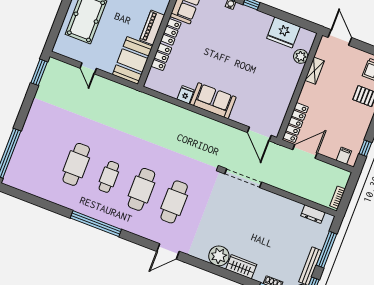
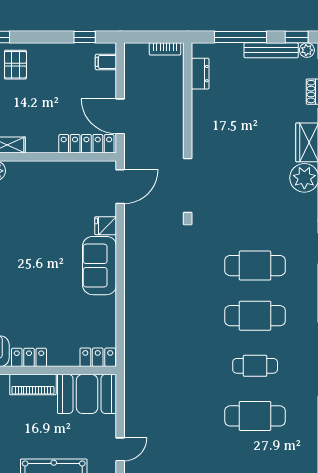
locker: (161, 57) -> (98, 357), moved
fridge: (186, 95) -> (106, 226), moved

